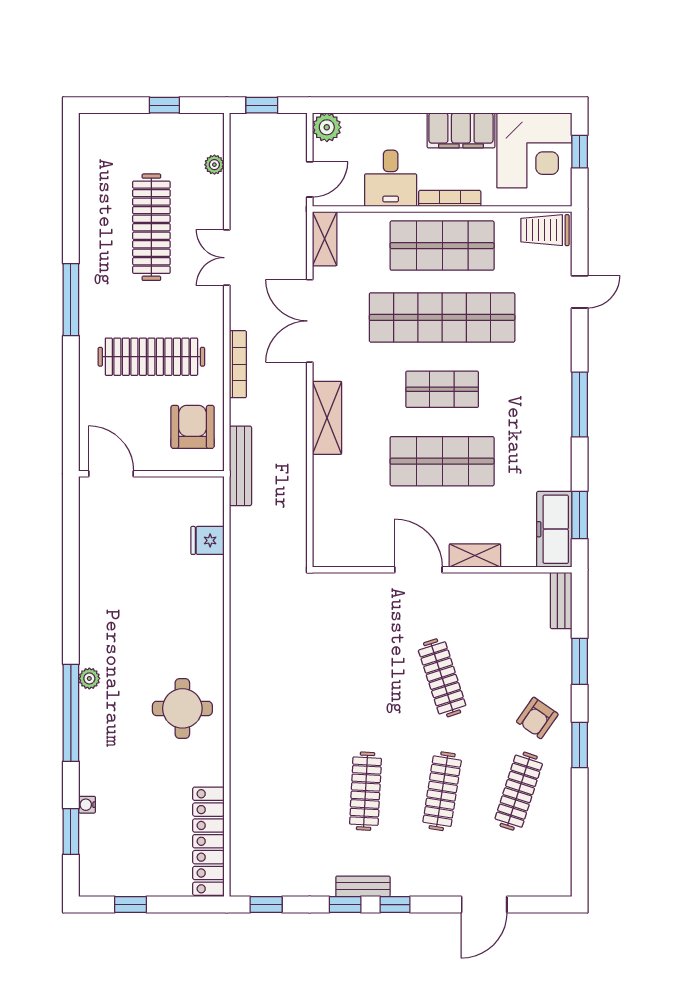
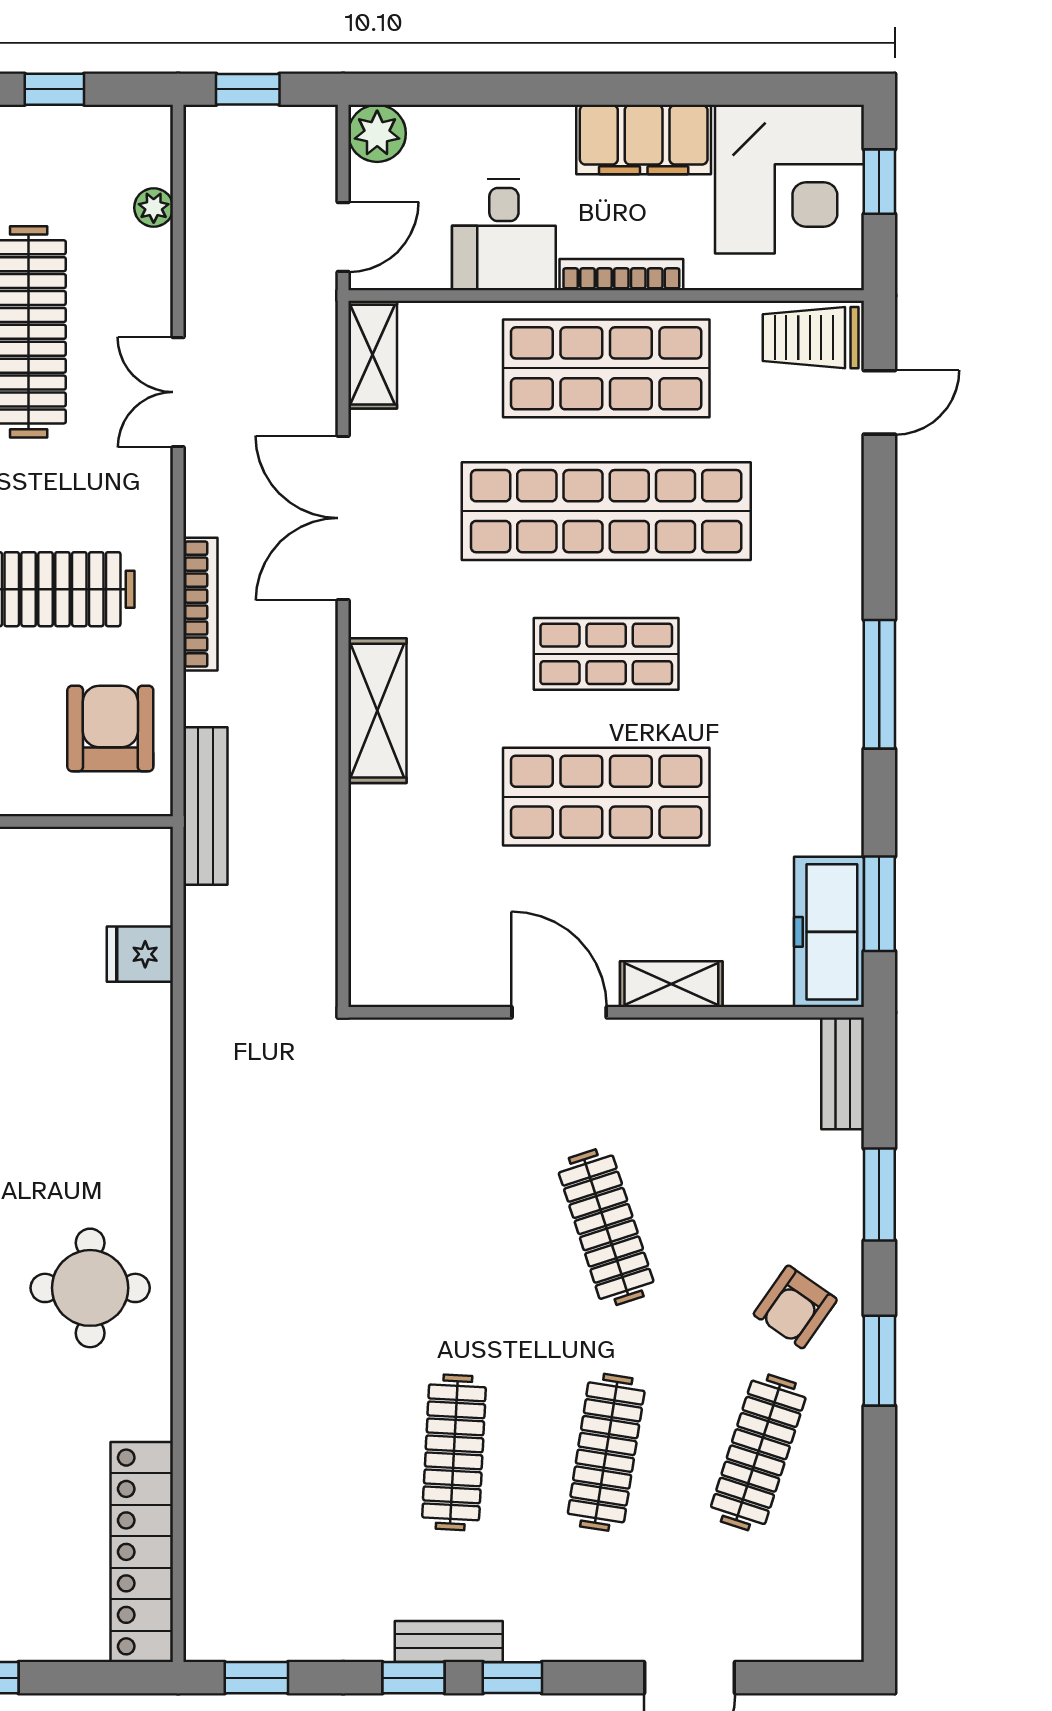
door: (580, 292) -> (879, 402), moved

